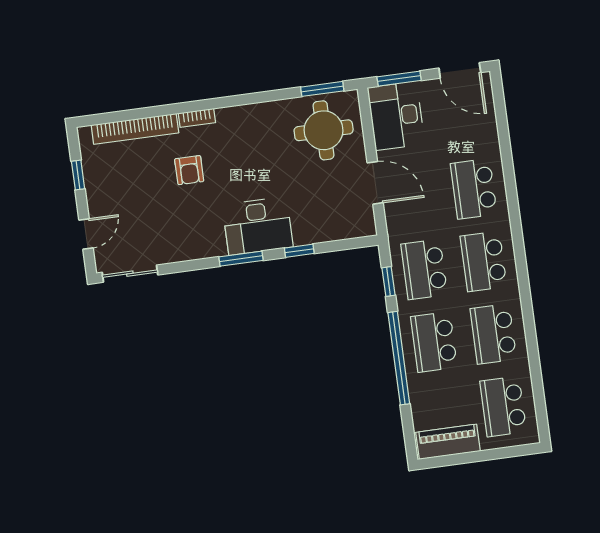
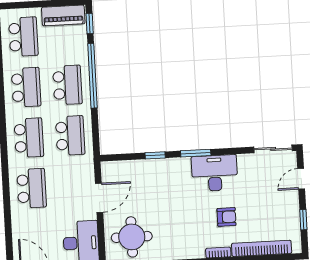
armchair: (189, 170) -> (227, 217), turned 90
door: (375, 183) -> (99, 198), swing flipped
desk: (258, 226) -> (215, 173), moved
window: (388, 281) -> (90, 23), moved

